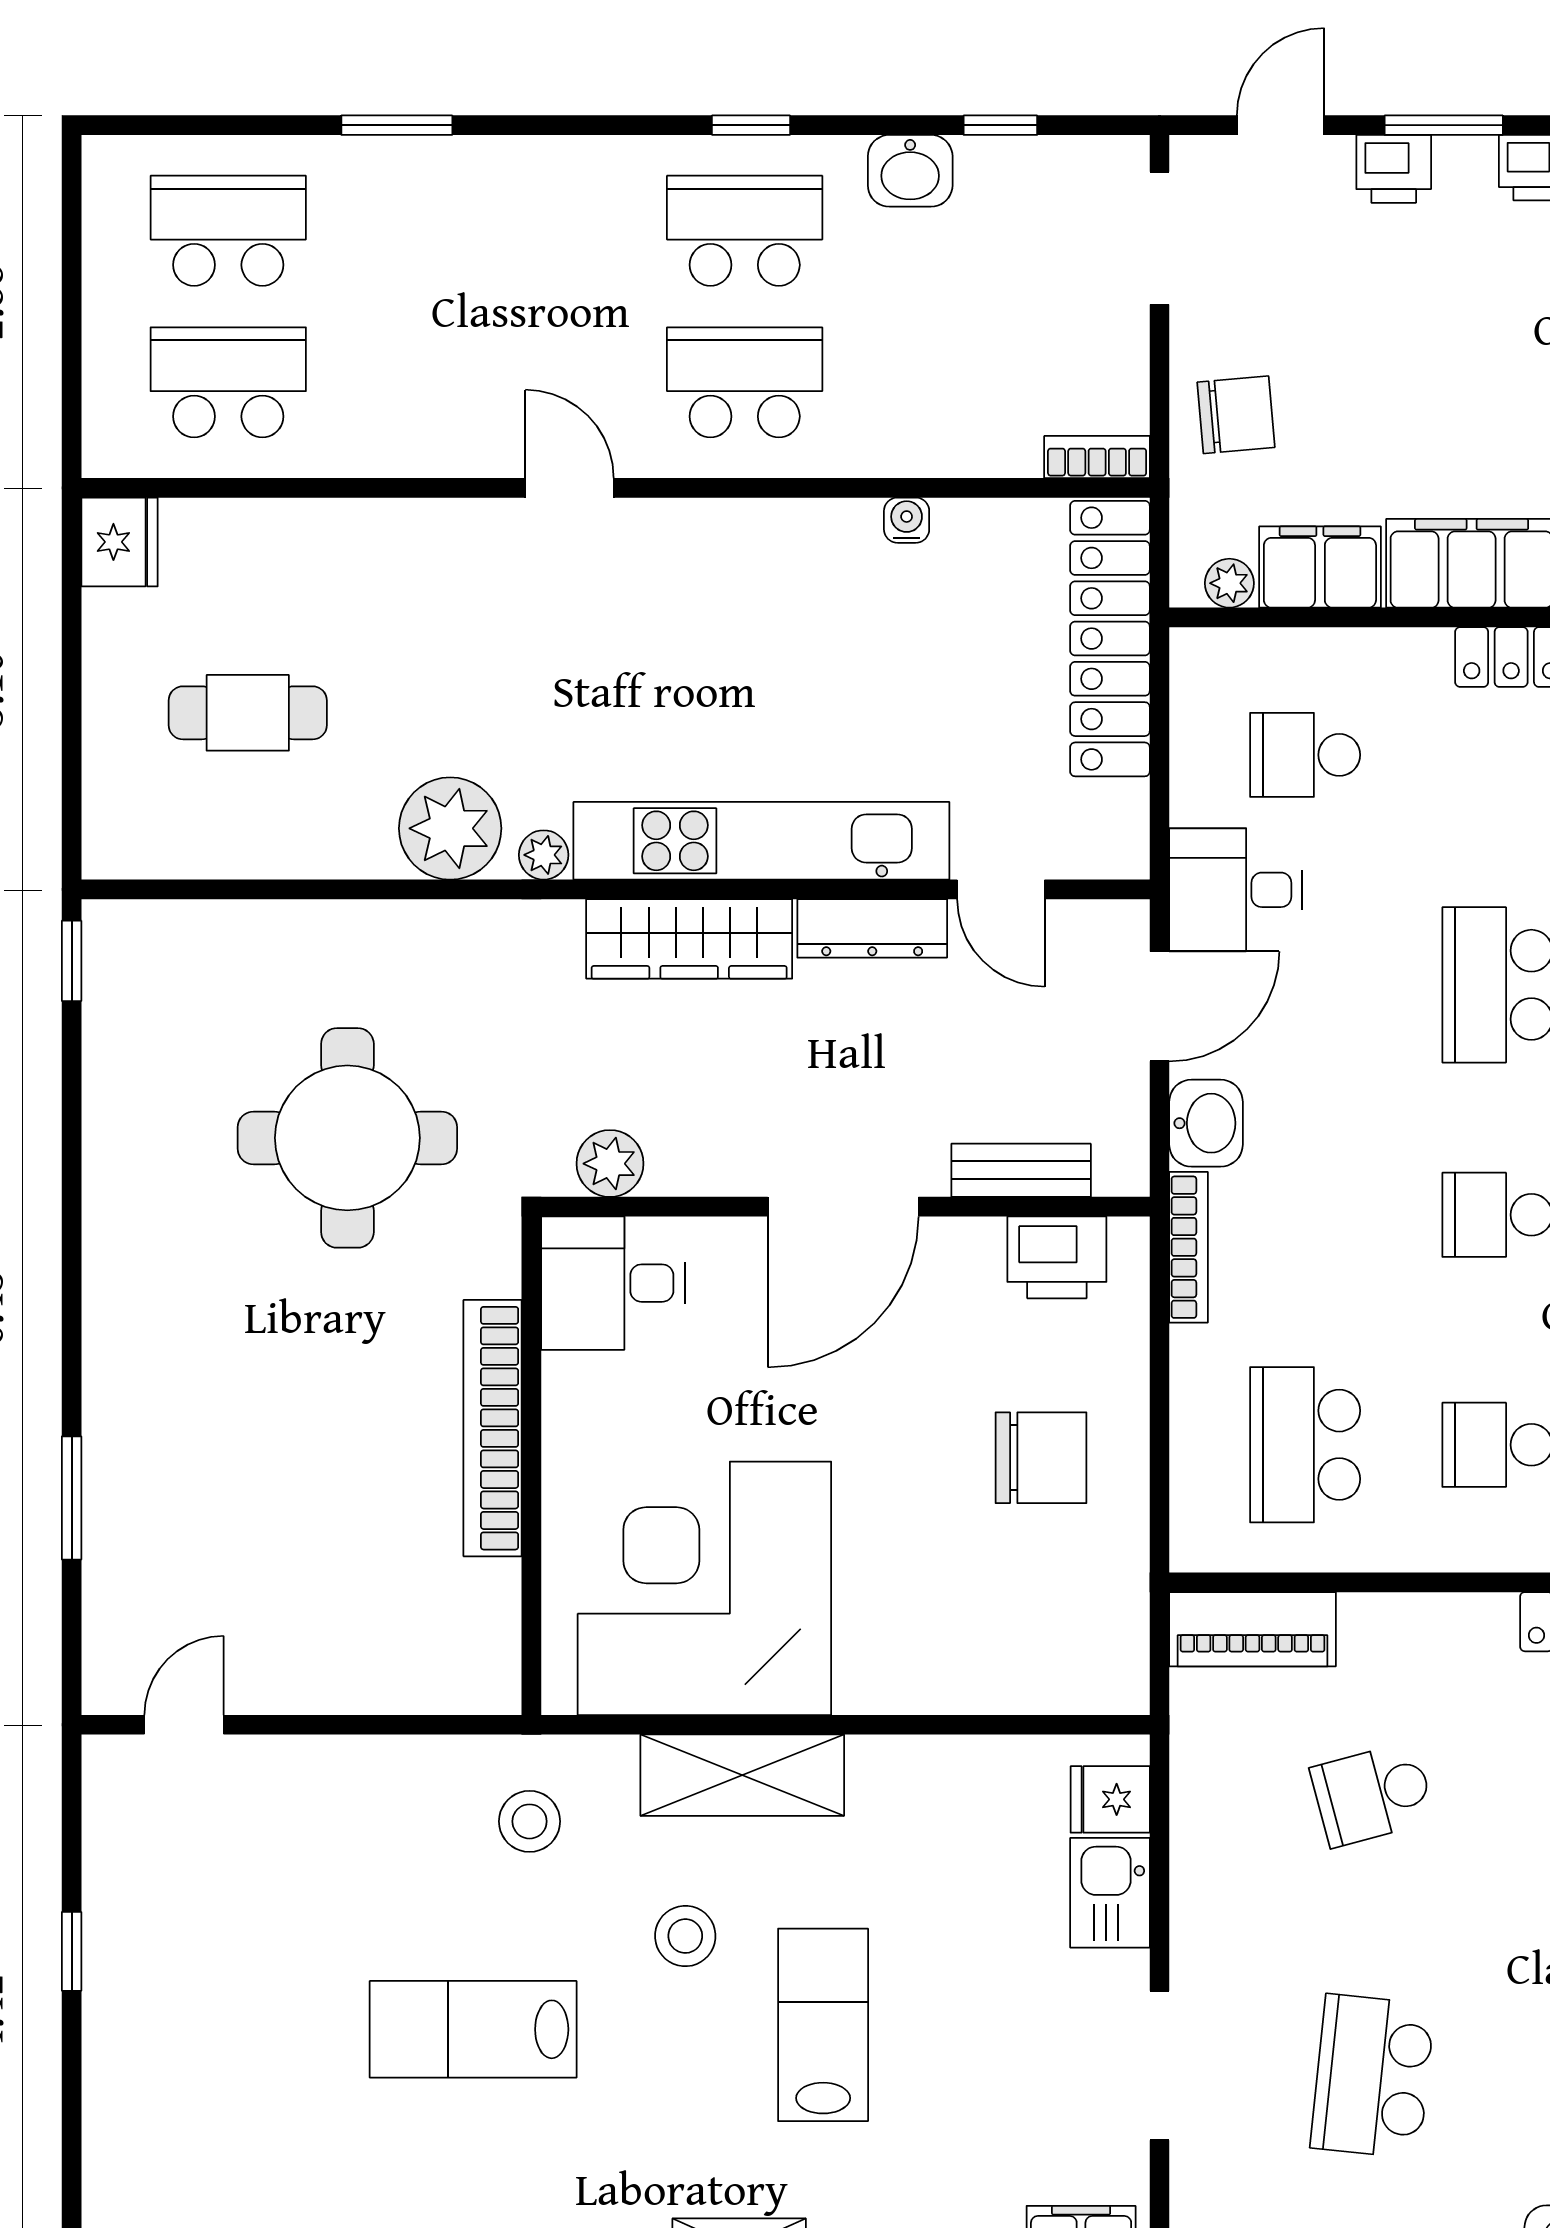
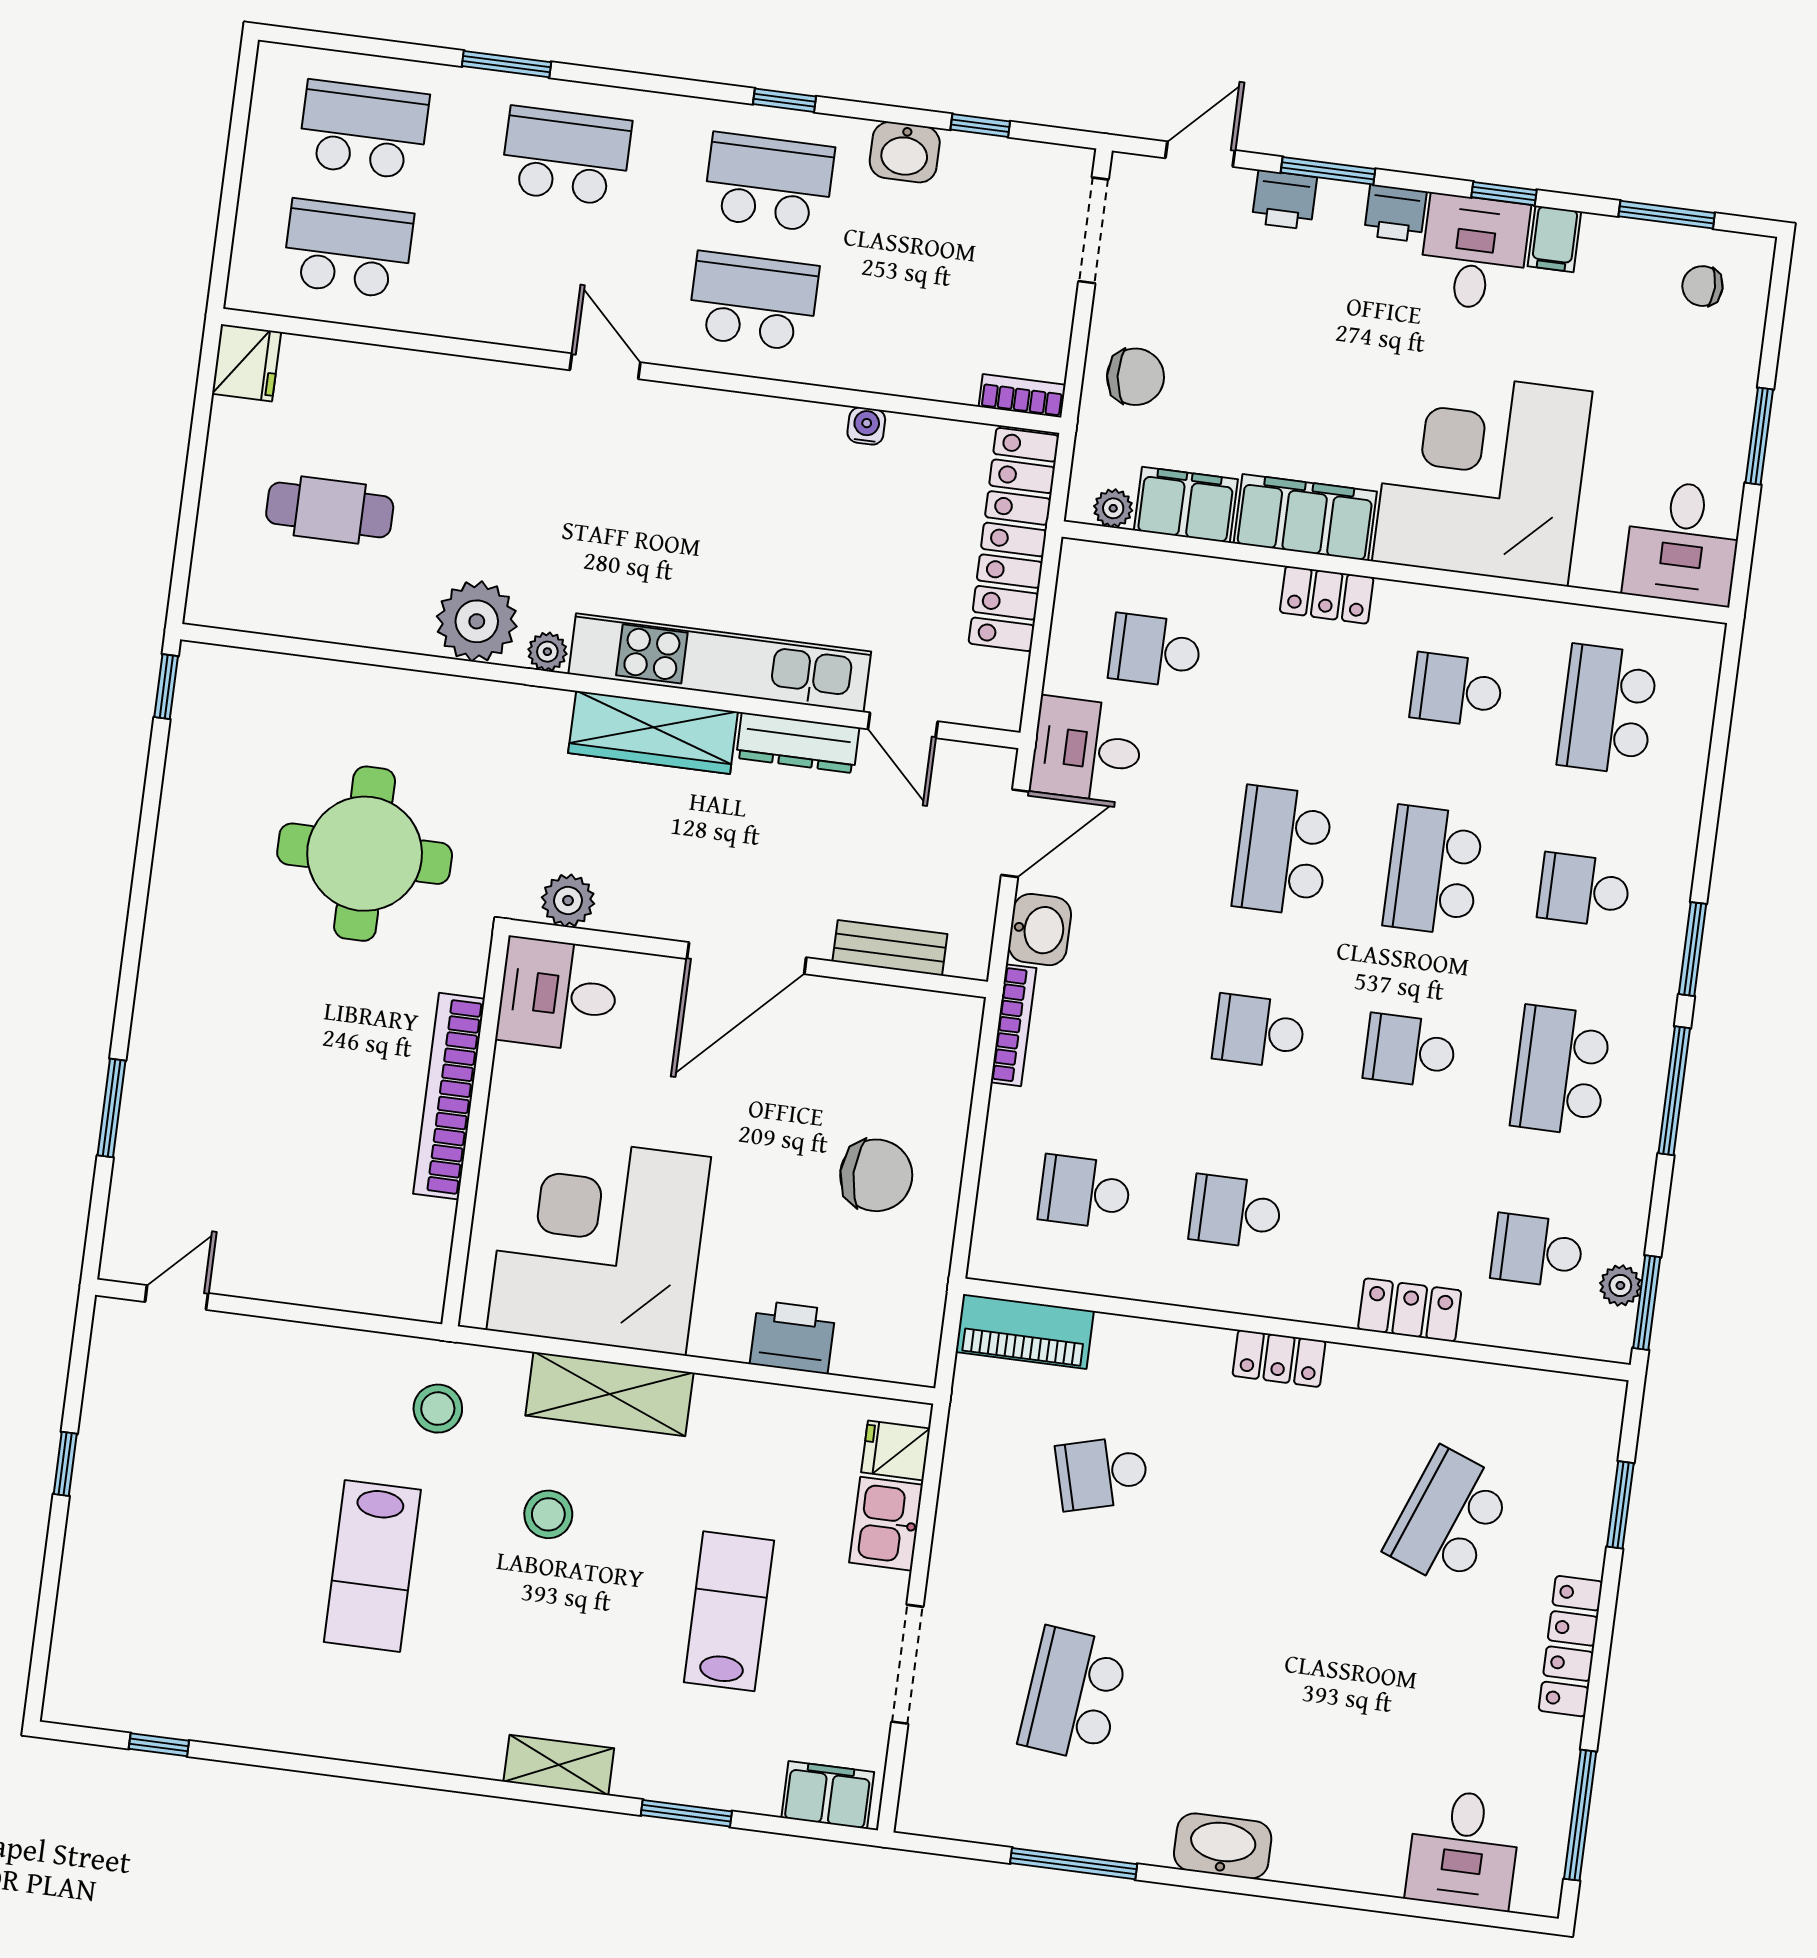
school desk: (486, 231) -> (566, 156), added
printer: (1057, 1257) -> (793, 1337), moved, turned 180
school desk: (1305, 1445) -> (1085, 1192), width x0.54
lab bench: (823, 2025) -> (729, 1611), moved
lab bench: (473, 2029) -> (372, 1566), turned -90

